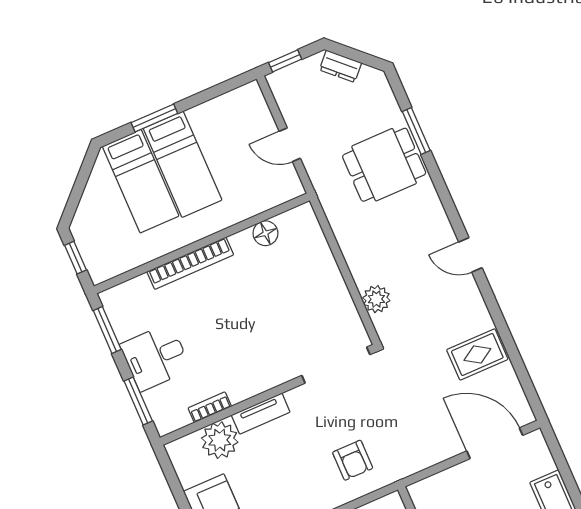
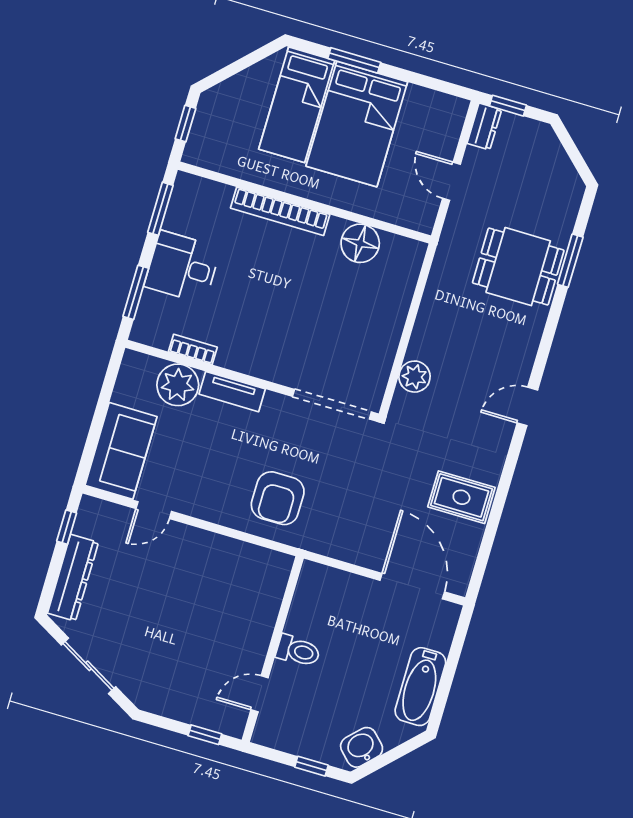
dresser: (340, 66) -> (484, 127), moved, turned -133
bed: (183, 164) -> (357, 124), width x1.50
floor lamp: (265, 233) -> (360, 243), width x1.38, depth x1.38
door: (470, 255) -> (527, 406), hinge flipped
armchair: (353, 460) -> (278, 498), width x1.38, depth x1.38

